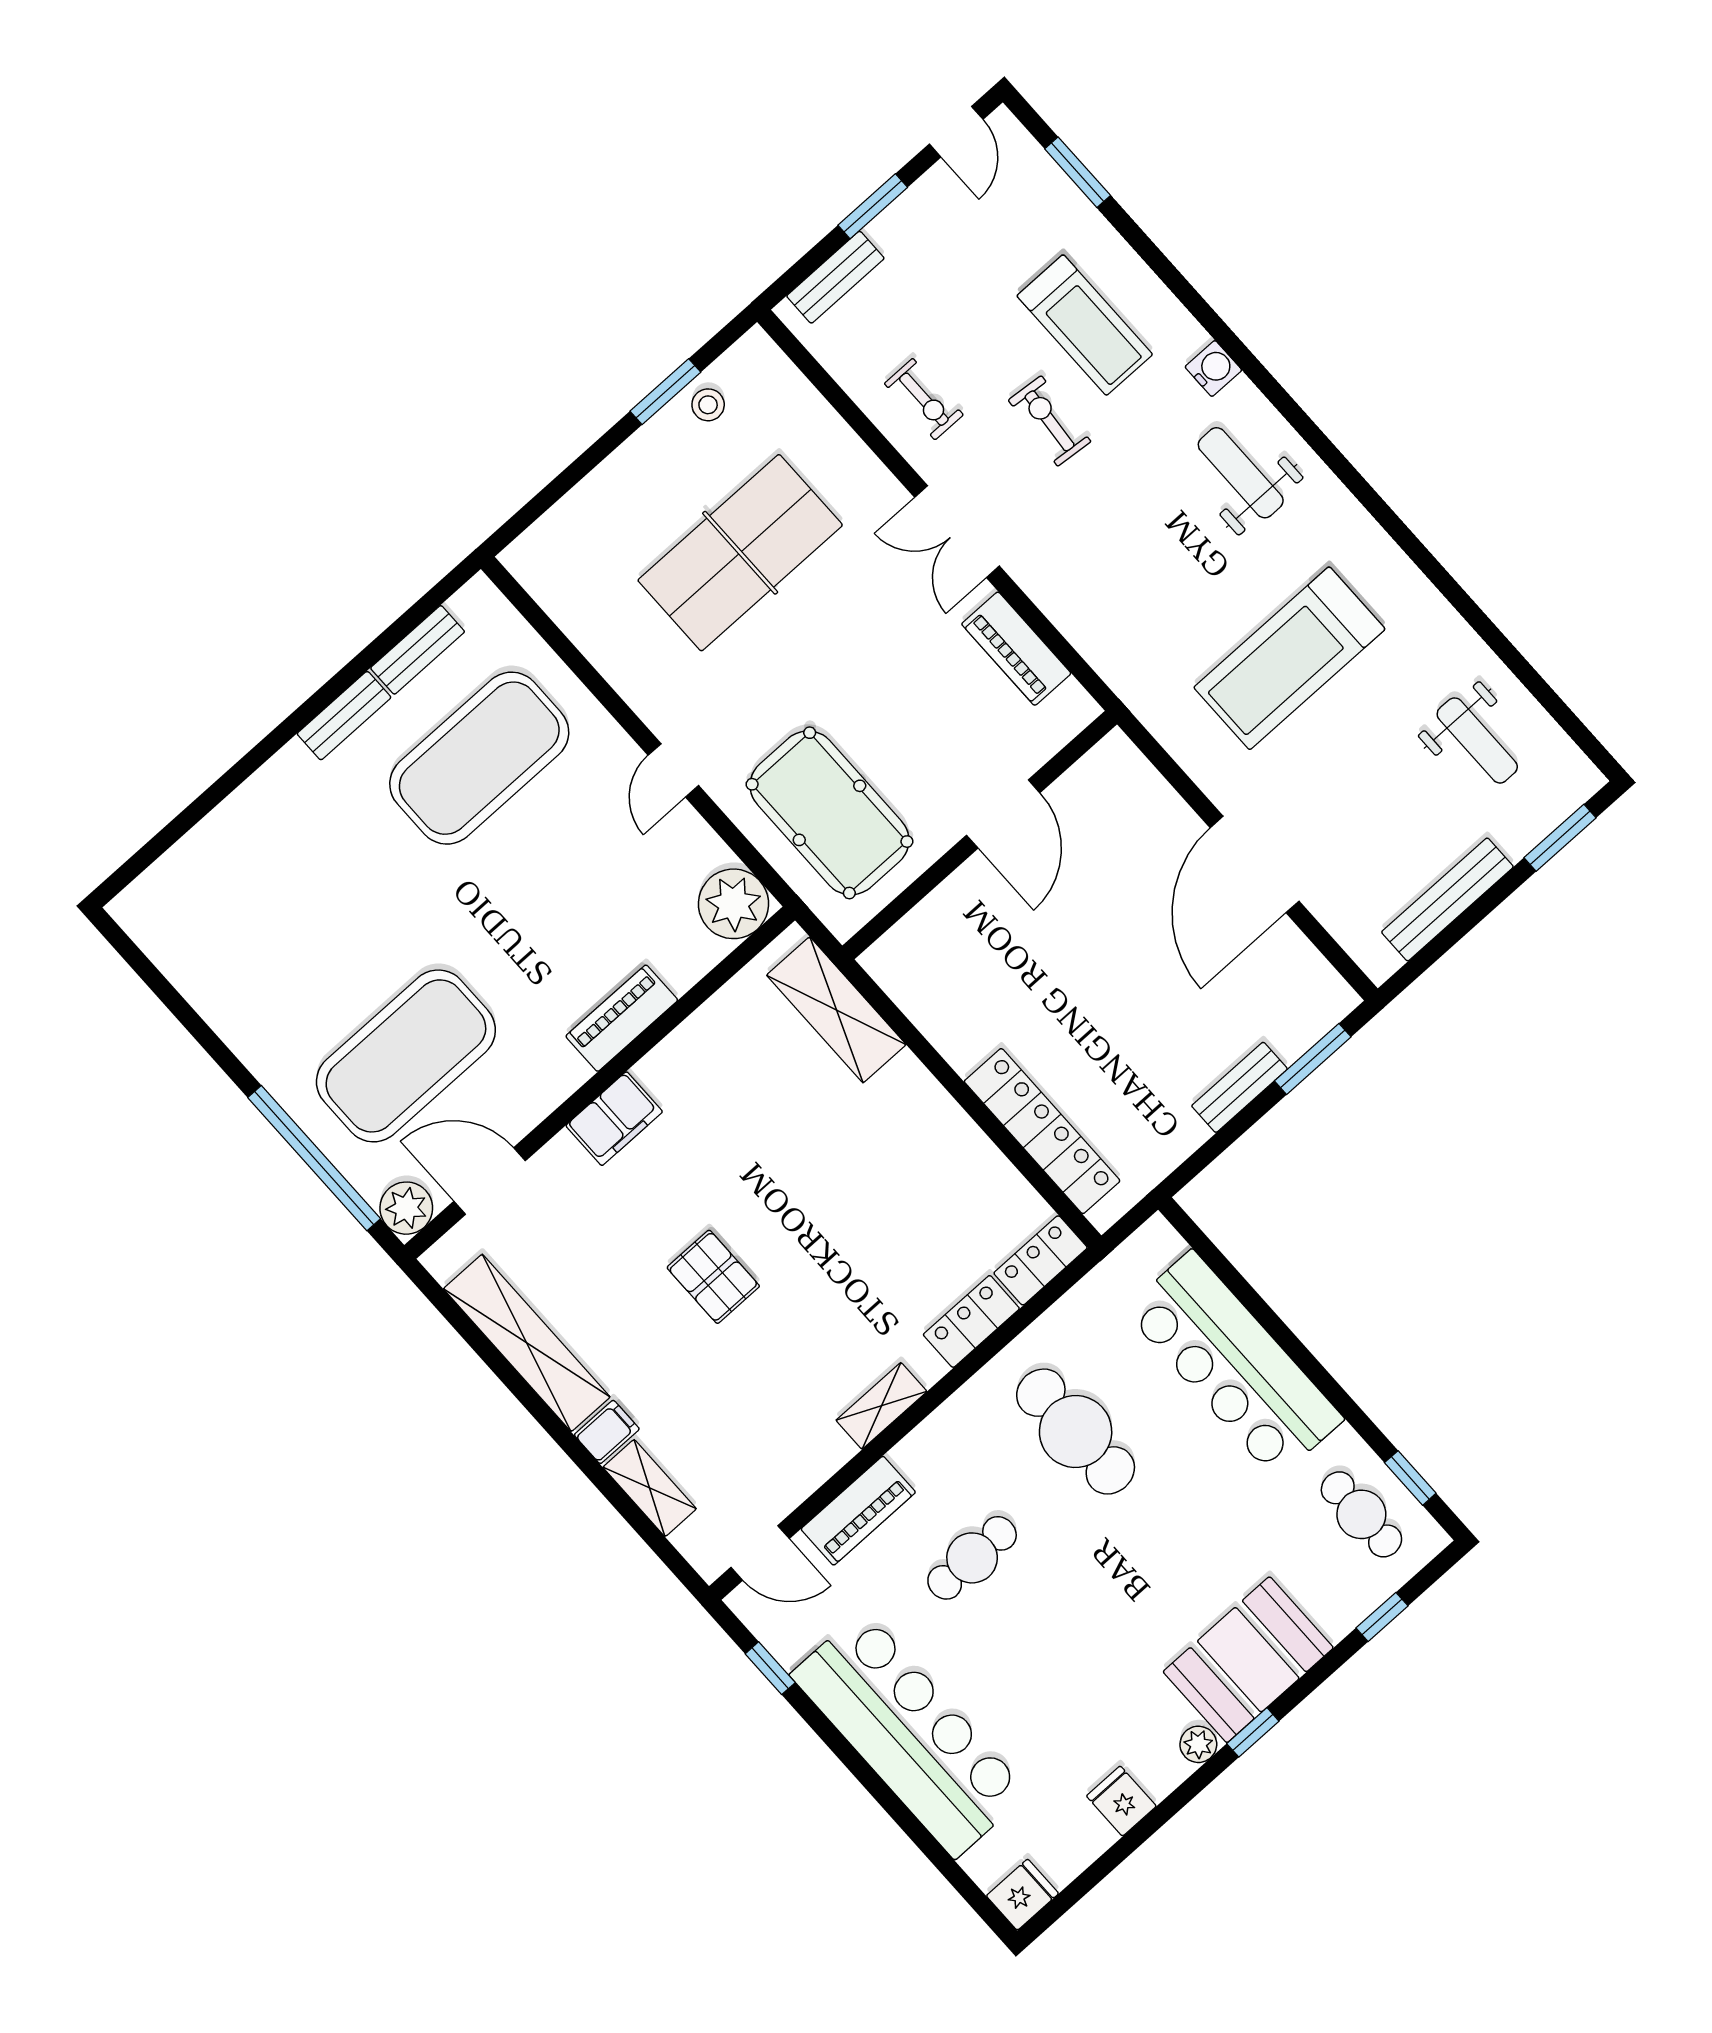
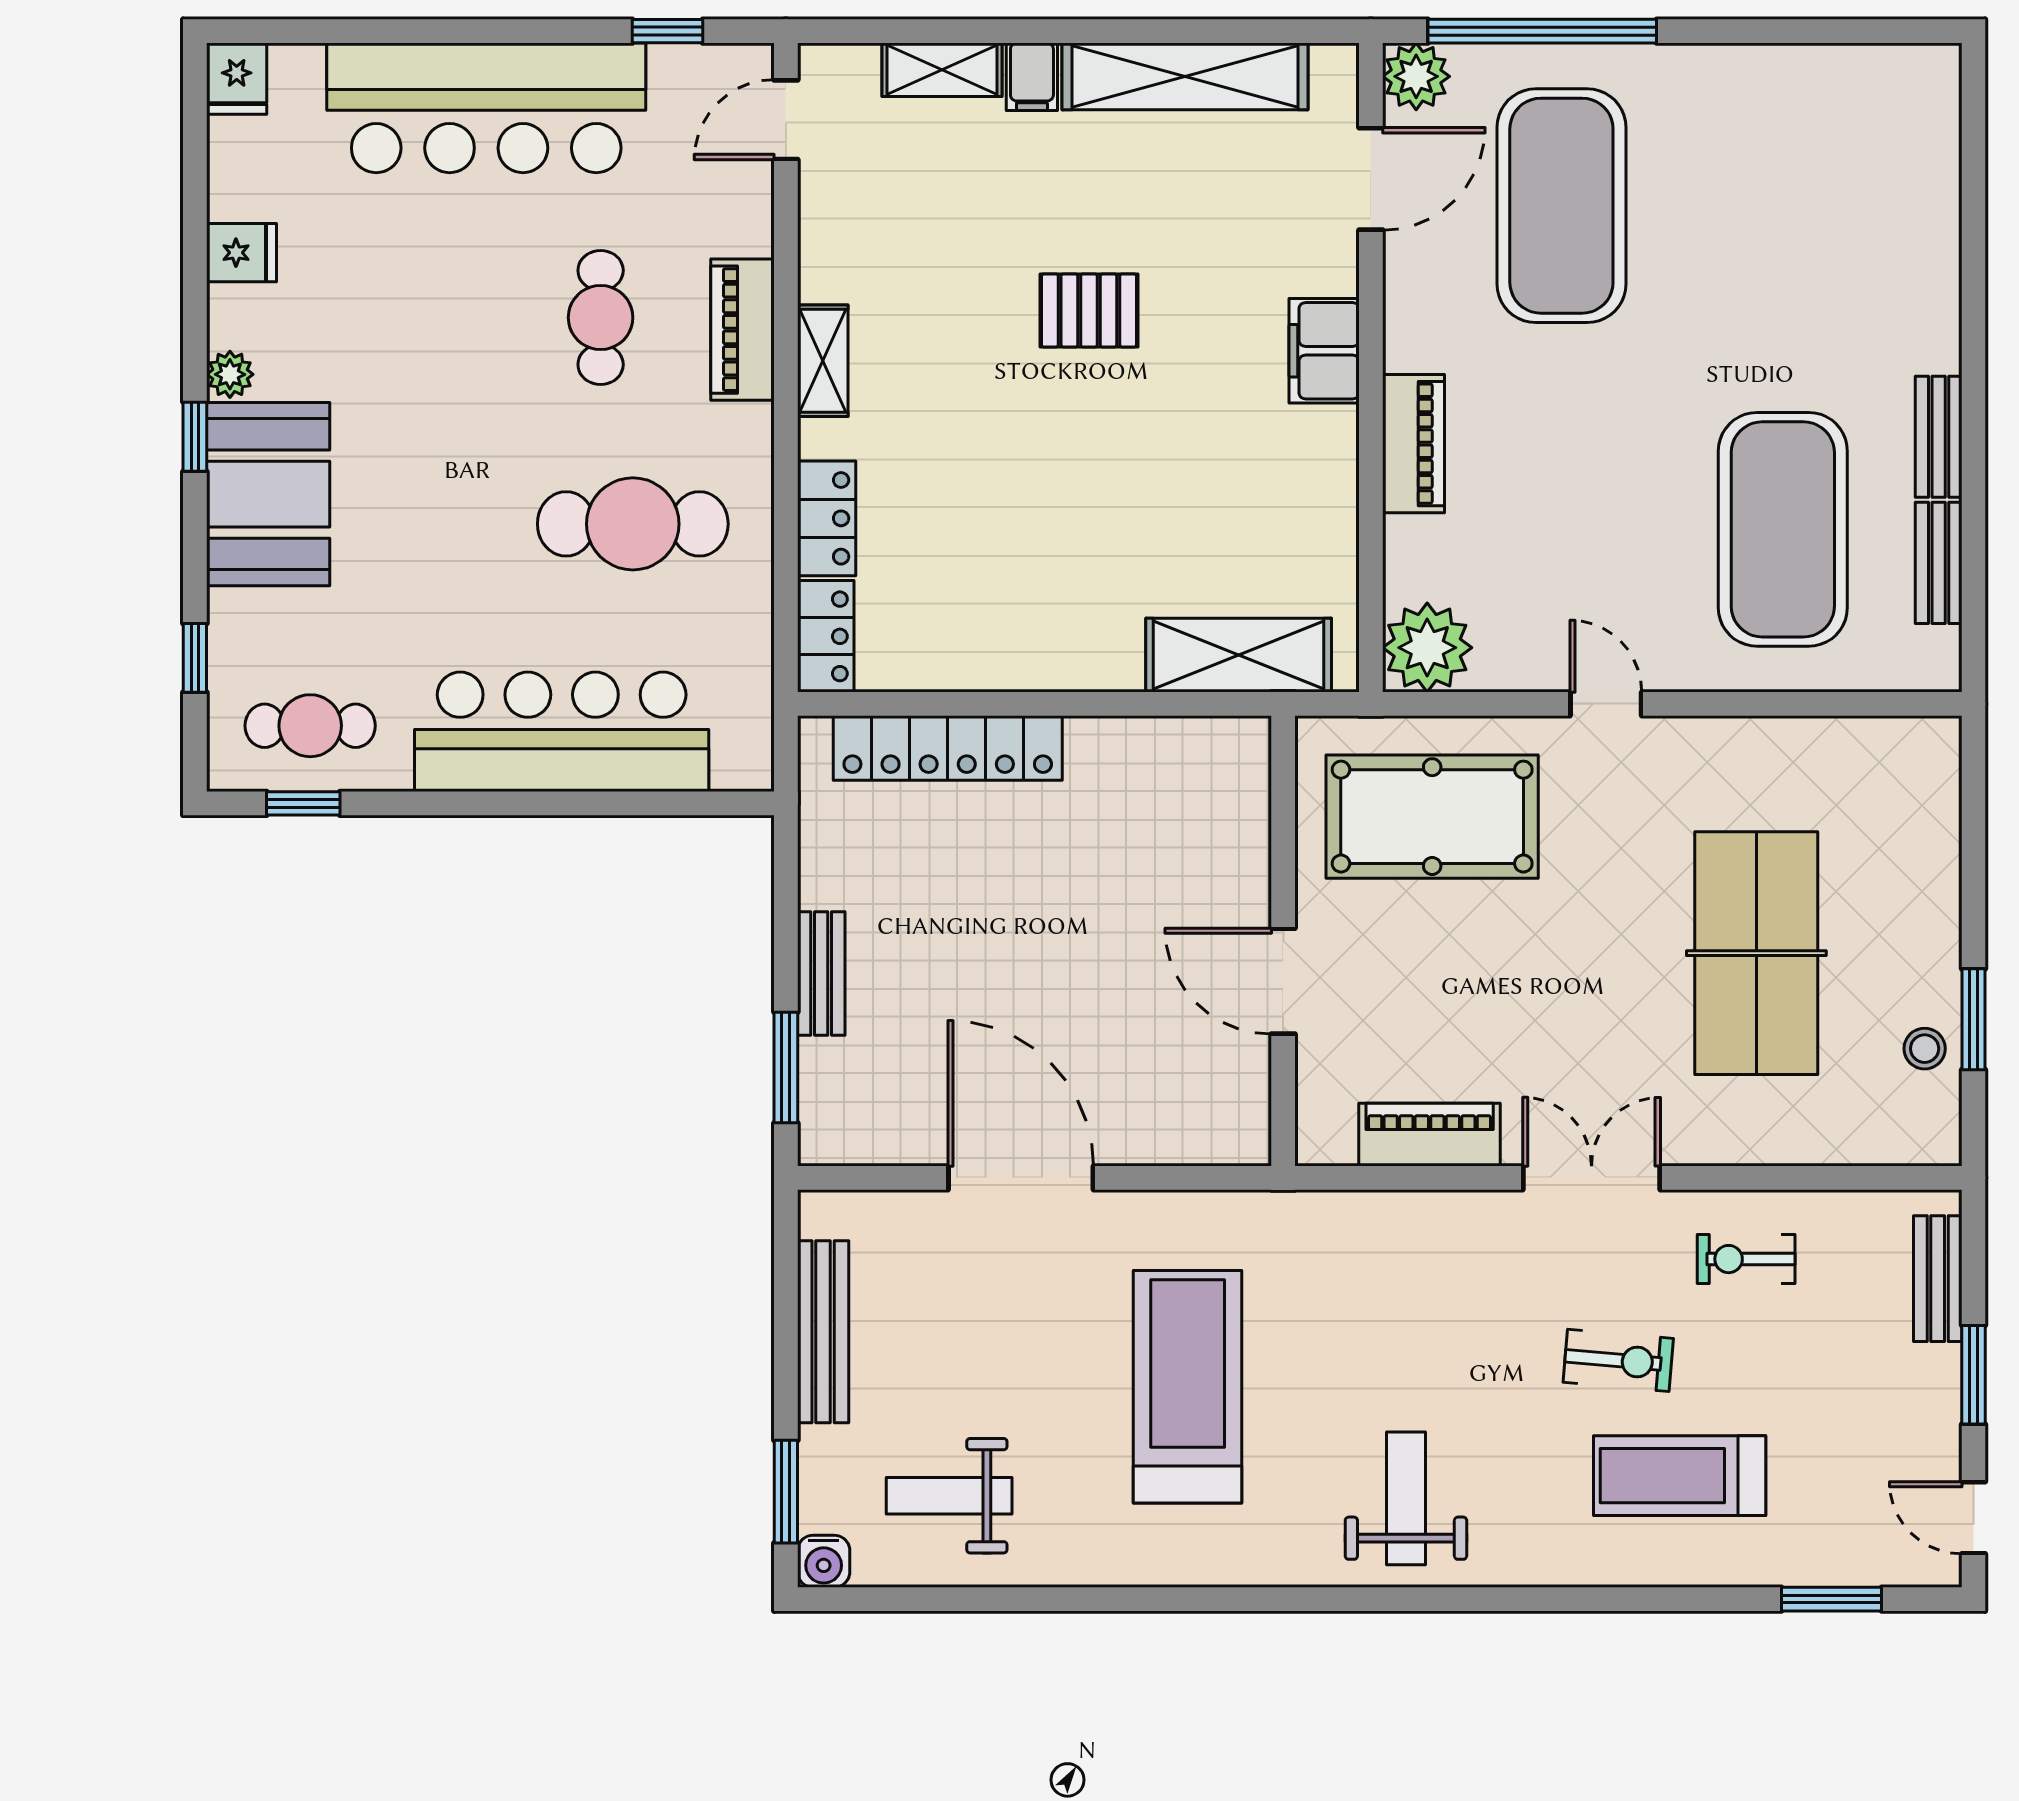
water cooler: (1213, 368) -> (824, 1561), moved
weight bench: (1241, 473) -> (1406, 1498), turned -90
piano: (858, 1511) -> (742, 330), moved

